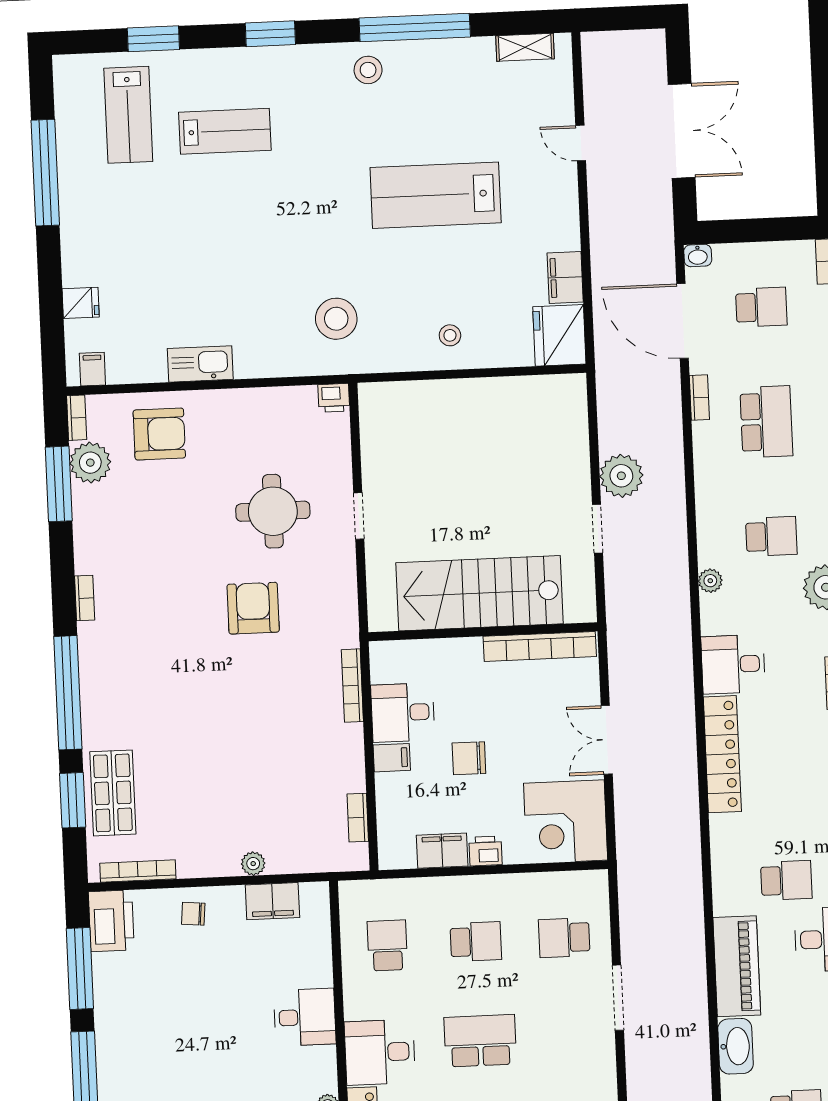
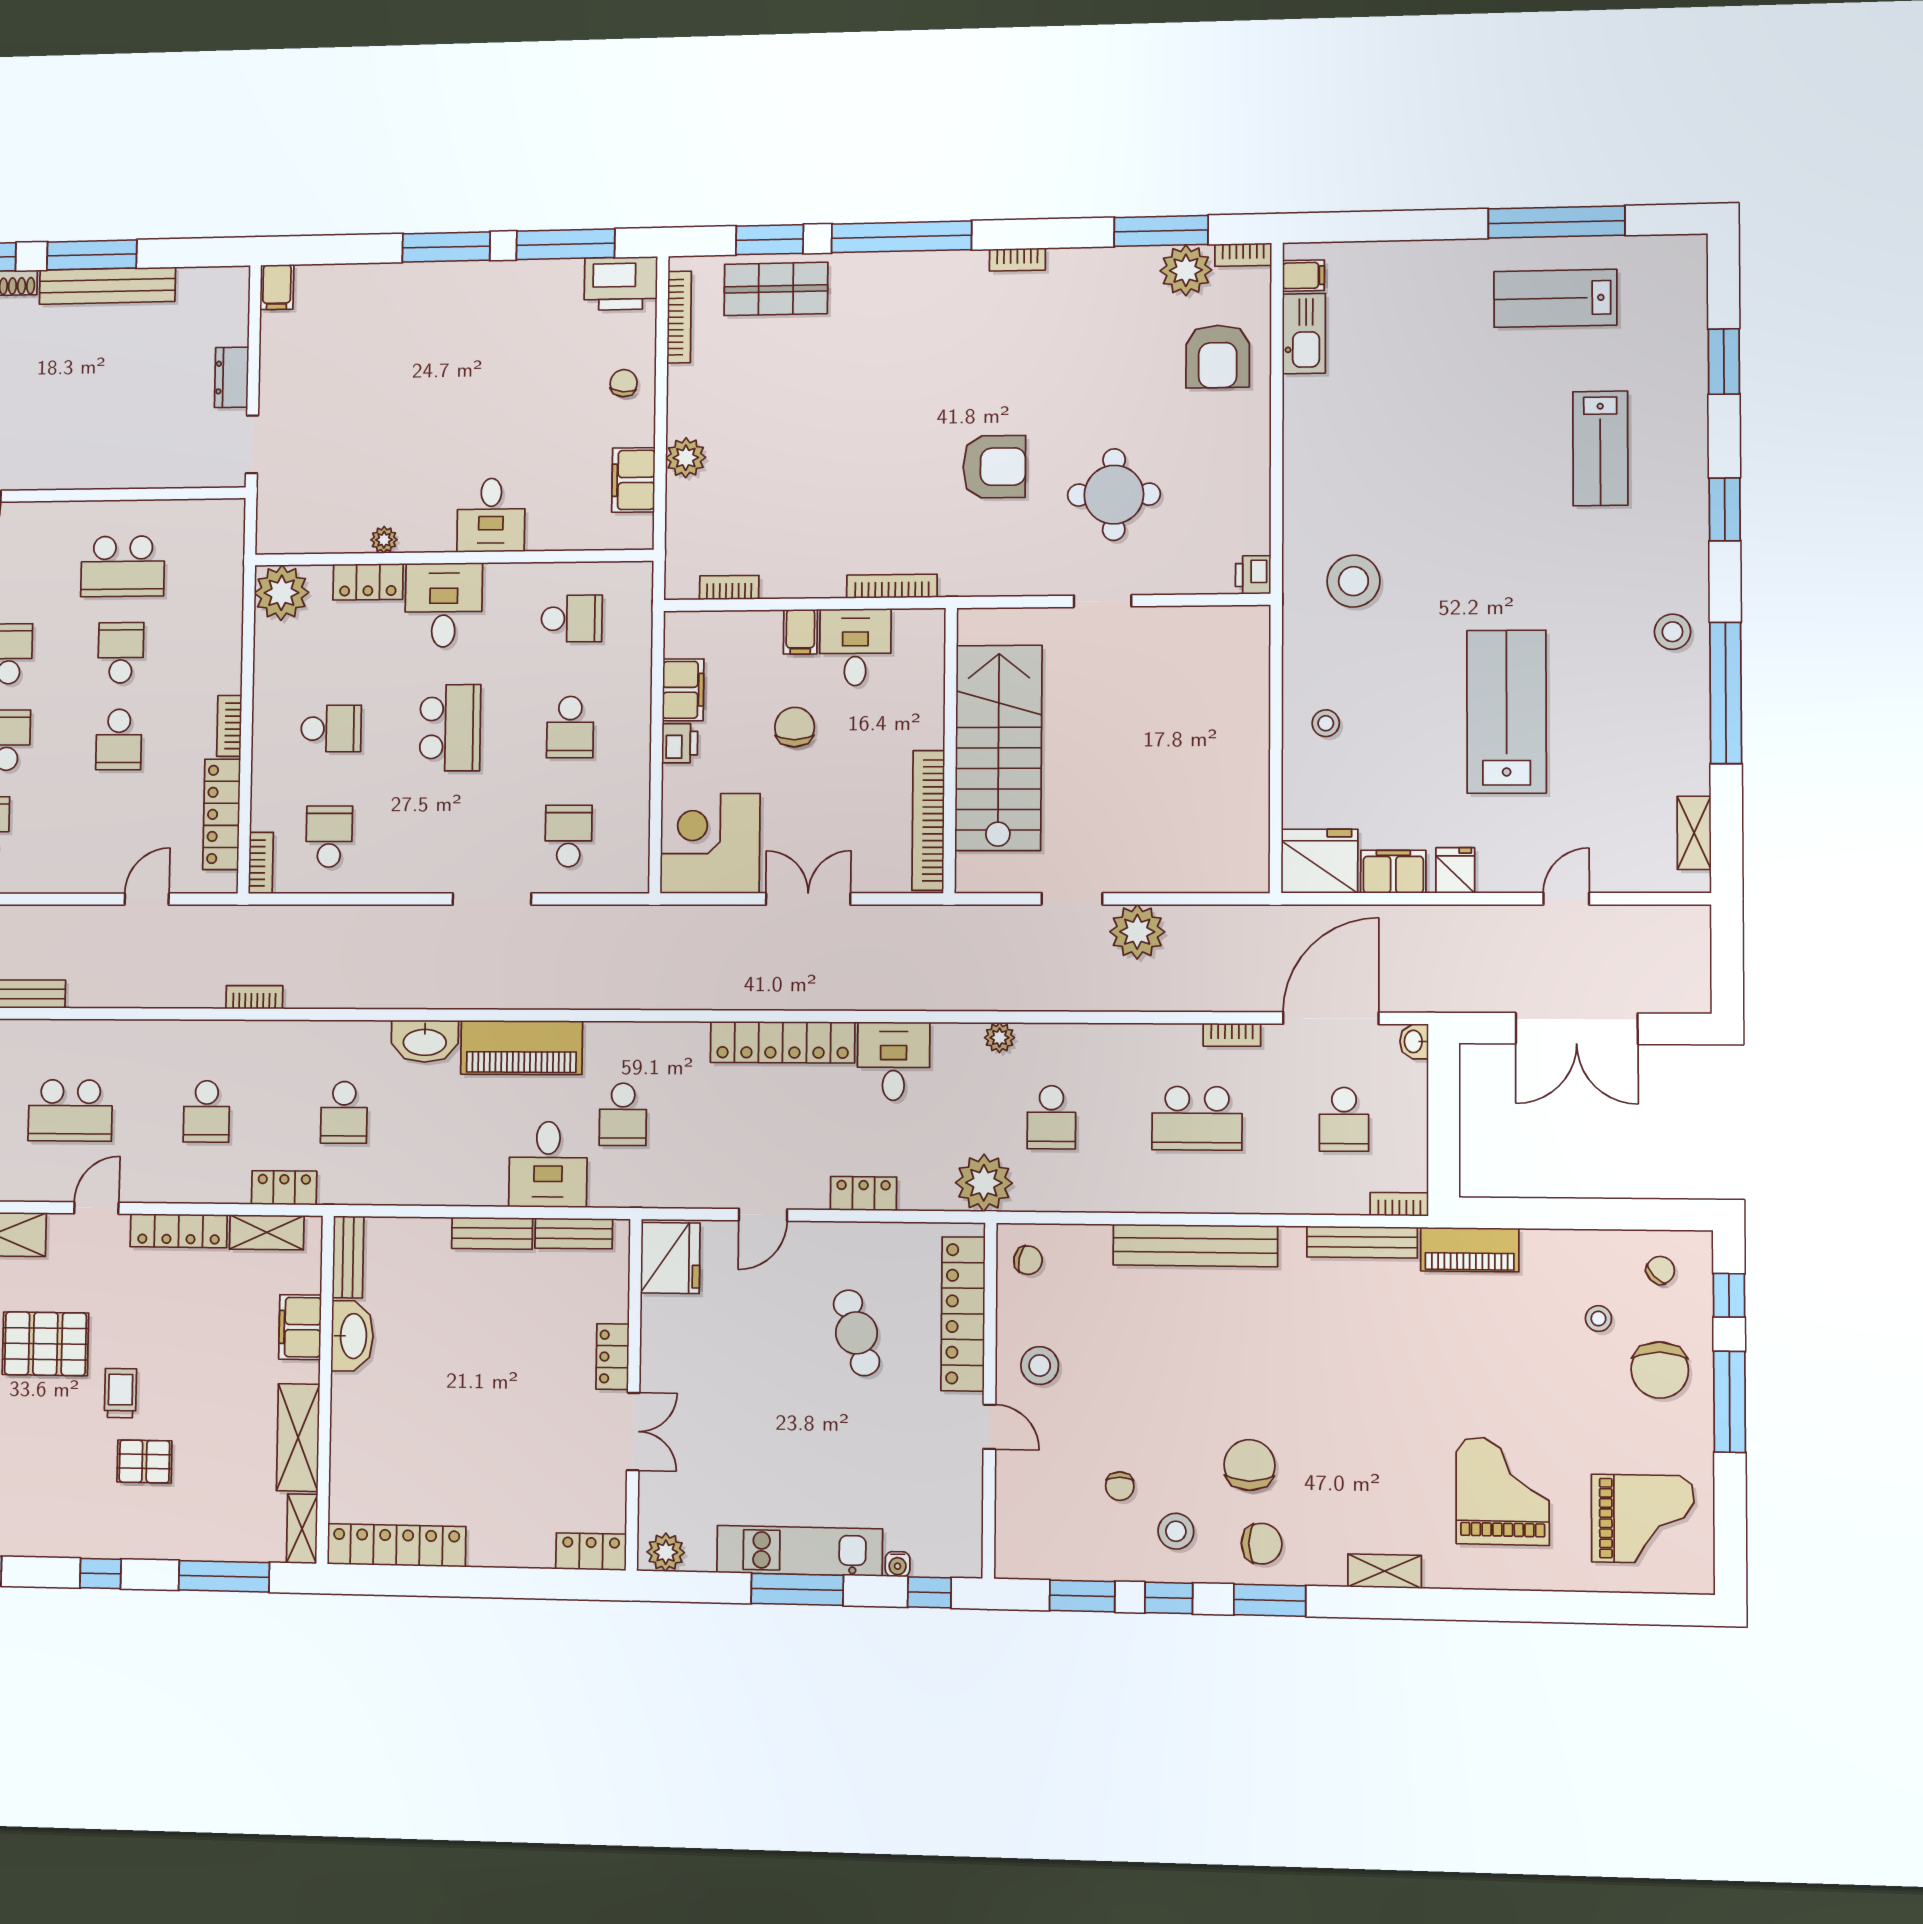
lab bench: (128, 115) -> (1555, 298), moved
fridge: (81, 303) -> (1455, 870), moved, turned 180
kitchen sink: (200, 364) -> (1304, 334), moved
plant: (253, 864) -> (686, 458), width x1.38, depth x1.38

